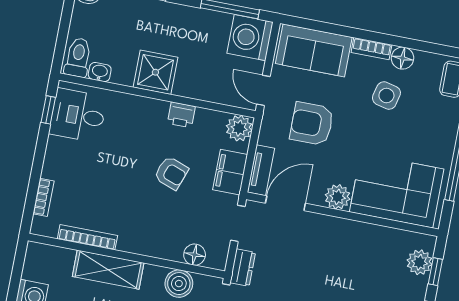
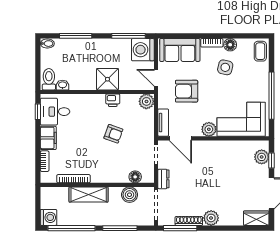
shower: (155, 72) -> (107, 79), moved
filing cabinet: (230, 172) -> (48, 138), moved, turned 180
door: (285, 203) -> (180, 138), swing flipped

